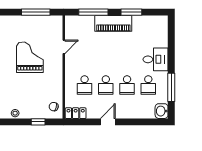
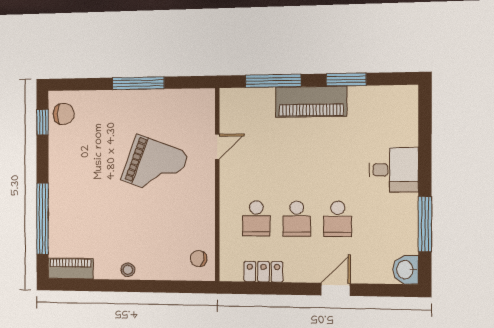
window: (36, 12) -> (138, 83), moved
grand piano: (30, 57) -> (155, 166), turned 110
school desk: (148, 85) -> (379, 219), removed
locker: (76, 113) -> (263, 272), moved
window: (38, 122) -> (170, 287), removed
door: (108, 122) -> (336, 289), moved

